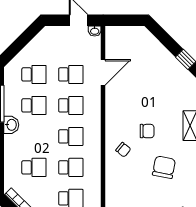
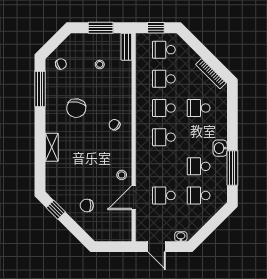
washbasin: (95, 31) -> (181, 236), moved
stool: (116, 96) -> (122, 175), added
school desk: (71, 105) -> (164, 166), removed
chair: (147, 131) -> (87, 205), moved

